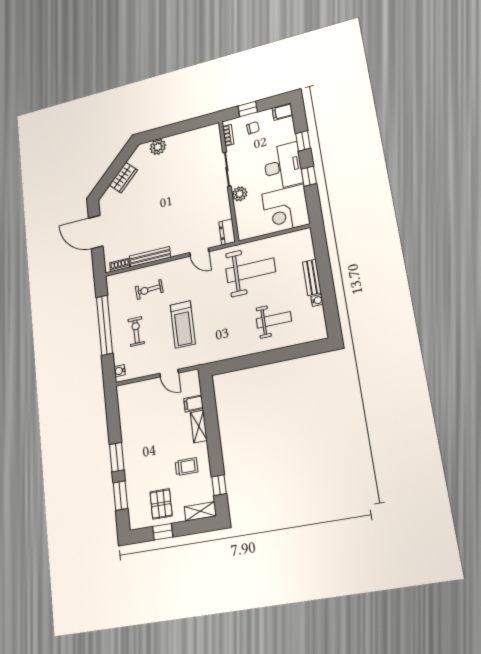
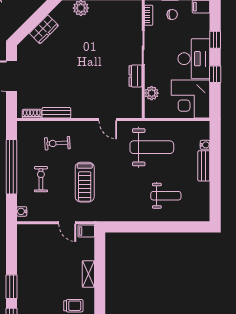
plant: (240, 194) -> (152, 93), moved
dresser: (227, 232) -> (135, 76), moved
bench: (150, 257) -> (56, 113), width x0.73
water cooler: (317, 300) -> (205, 145), moved
filing cabinet: (194, 404) -> (86, 231), moved

